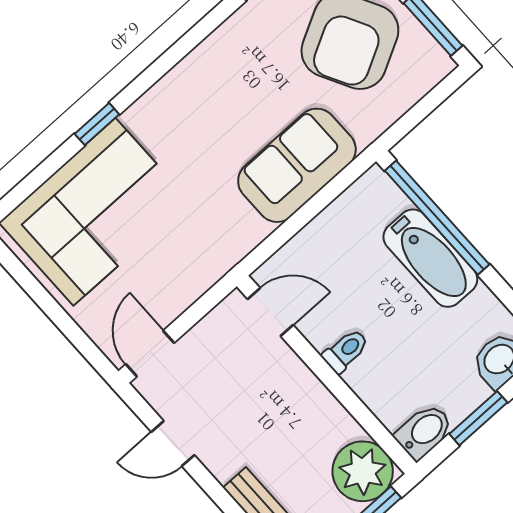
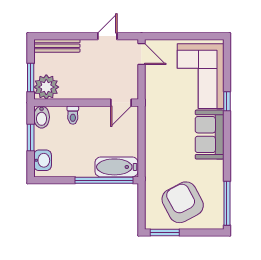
sofa: (297, 165) -> (210, 135), moved, turned 180
bathtub: (430, 258) -> (117, 167), moved
toilet: (346, 351) -> (73, 115), moved

